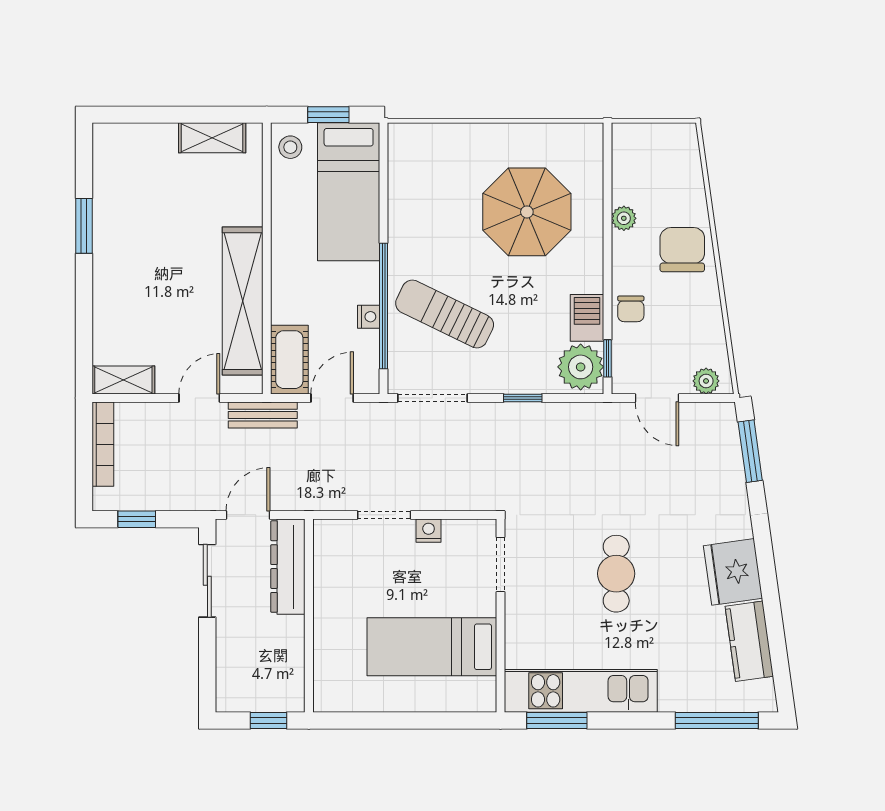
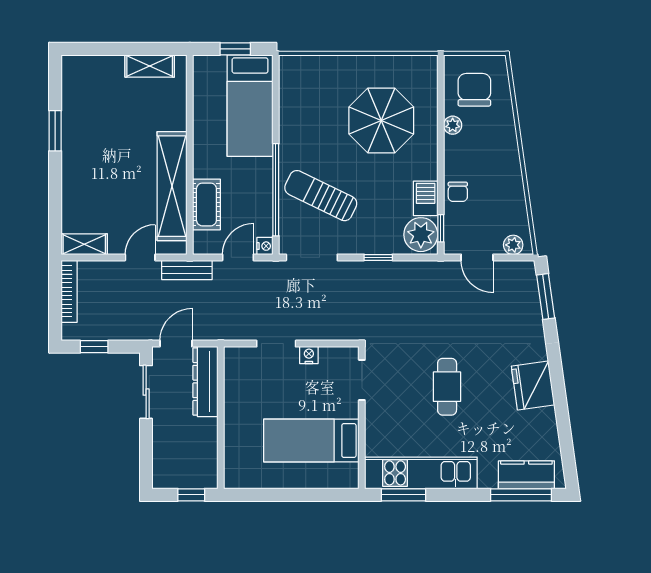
stool: (290, 147) -> (207, 73), removed
chair: (682, 250) -> (474, 90), moved
nightstand: (369, 317) -> (265, 246), moved
cot: (289, 360) -> (206, 204), moved
kitchen counter: (749, 641) -> (526, 475), moved, turned 98

